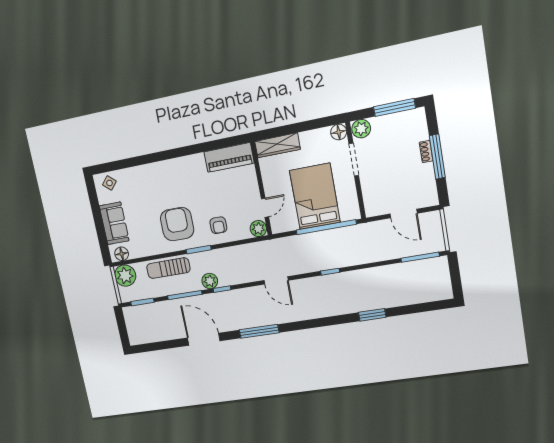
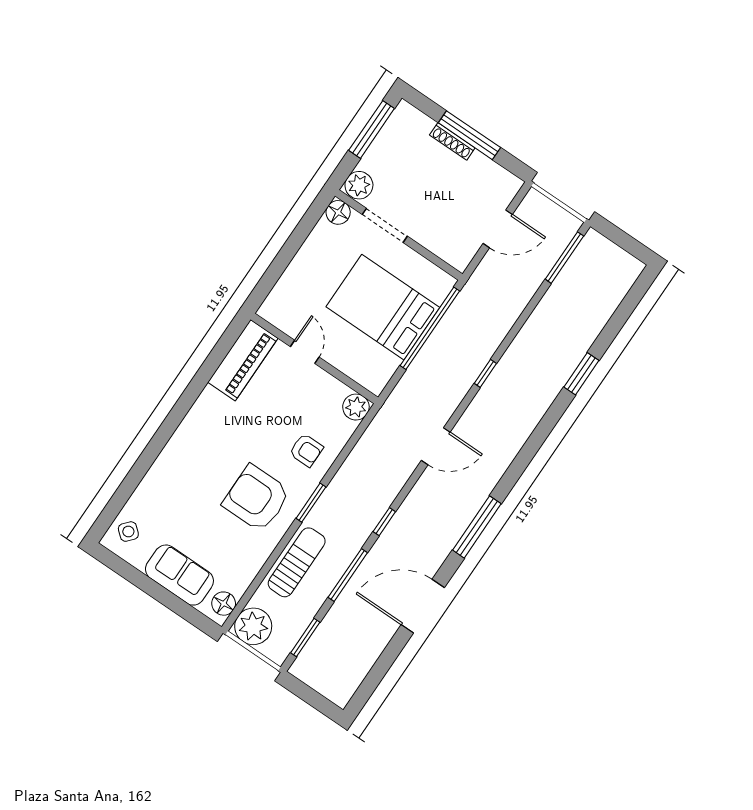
wardrobe: (277, 145) -> (285, 293), removed
shoe rack: (426, 151) -> (452, 141), width x1.43
door: (265, 208) -> (305, 352), moved
sun lounger: (168, 268) -> (297, 562), turned 180
plant: (210, 281) -> (361, 527), removed

